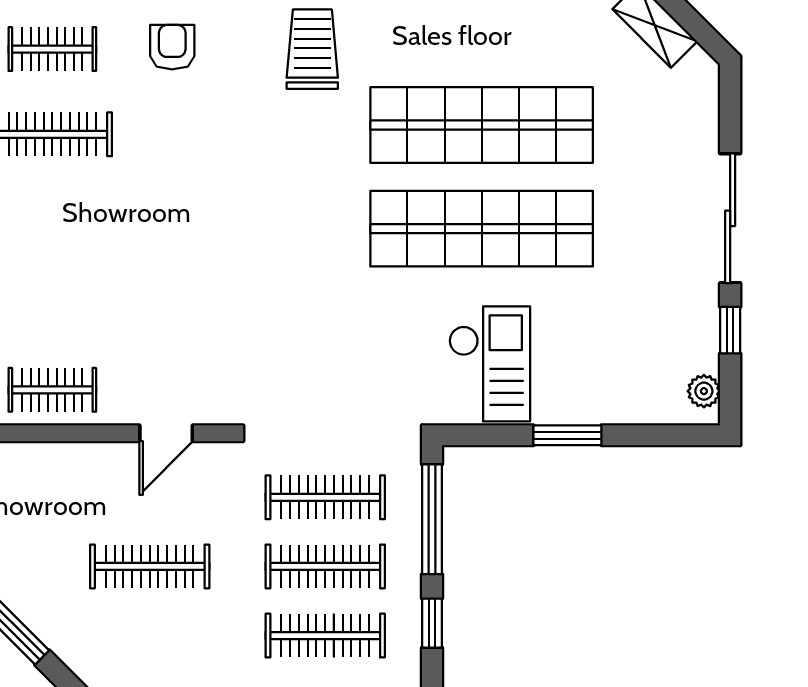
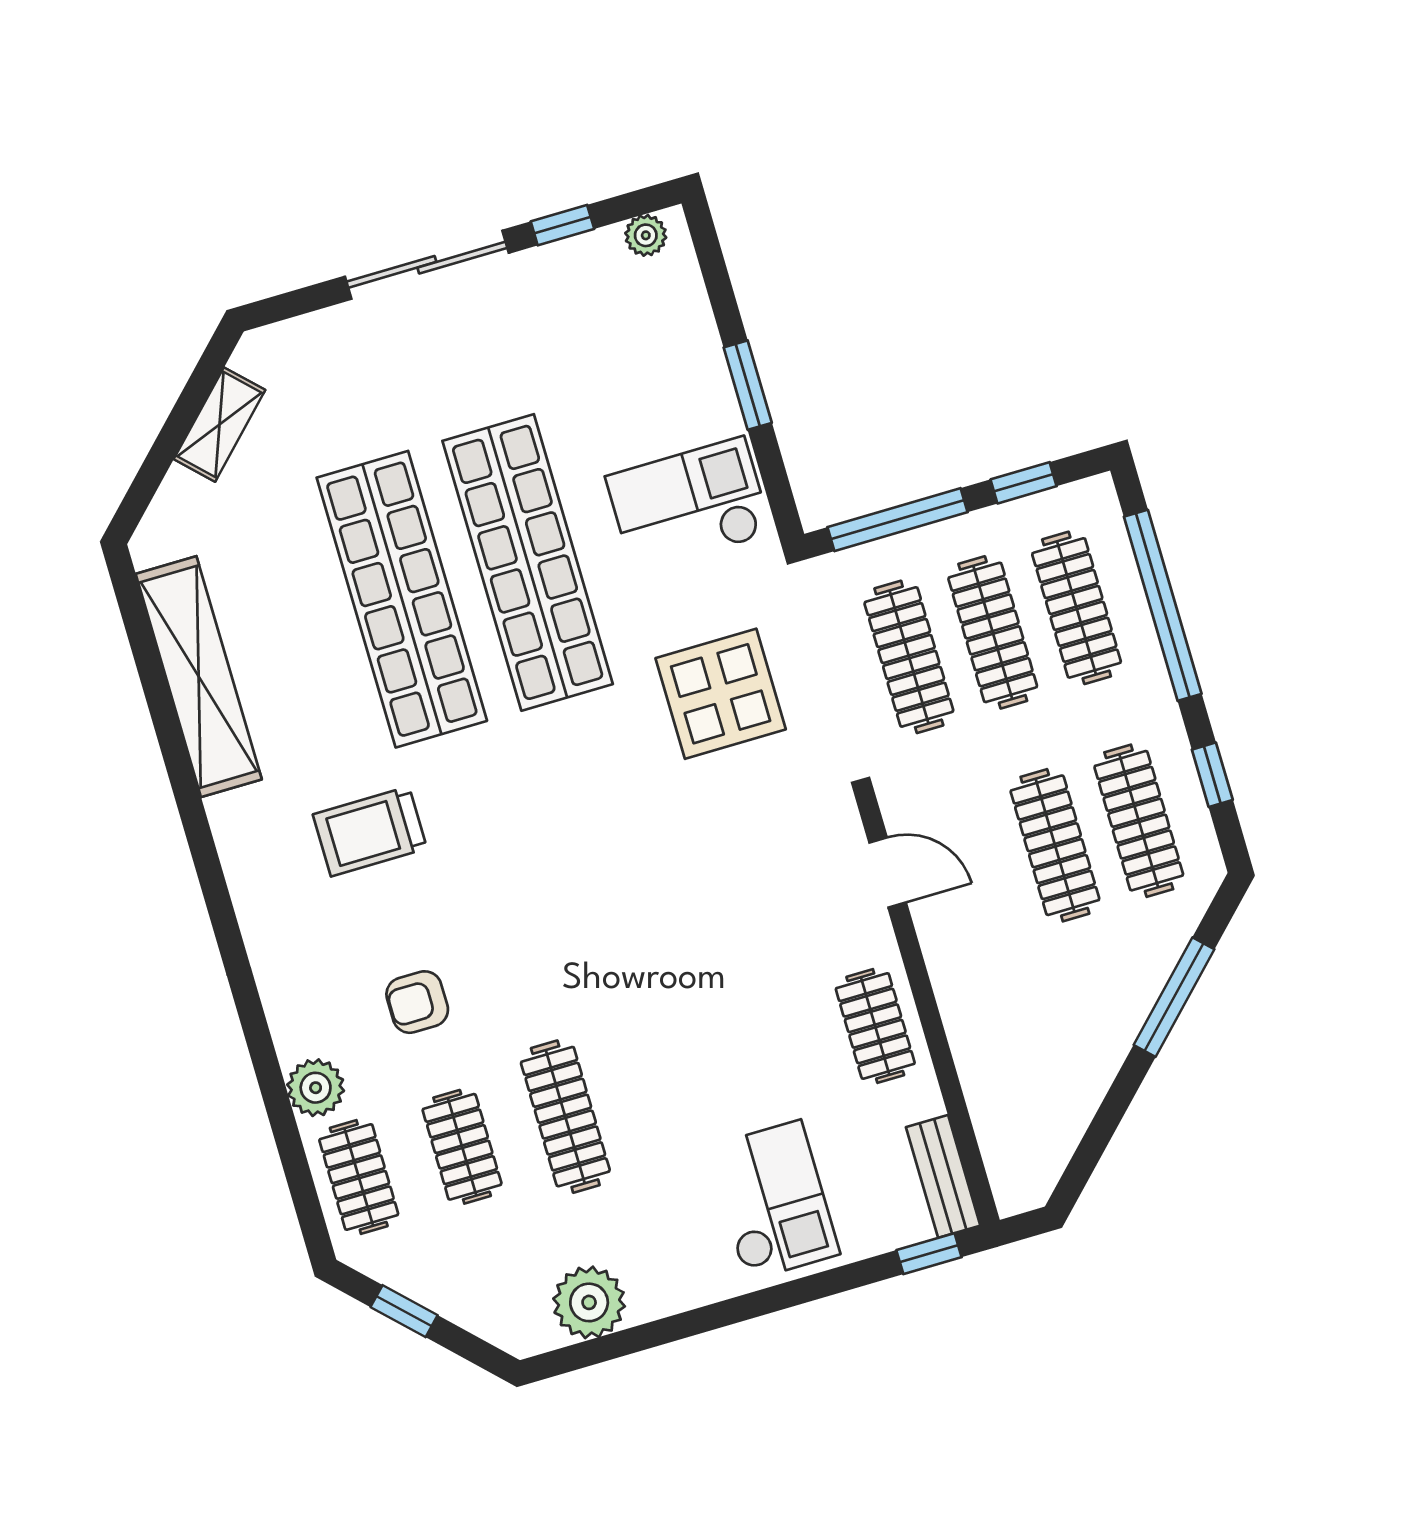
display table: (339, 346) -> (721, 694), added
clothes rail: (150, 636) -> (1139, 821), added

